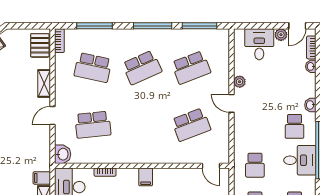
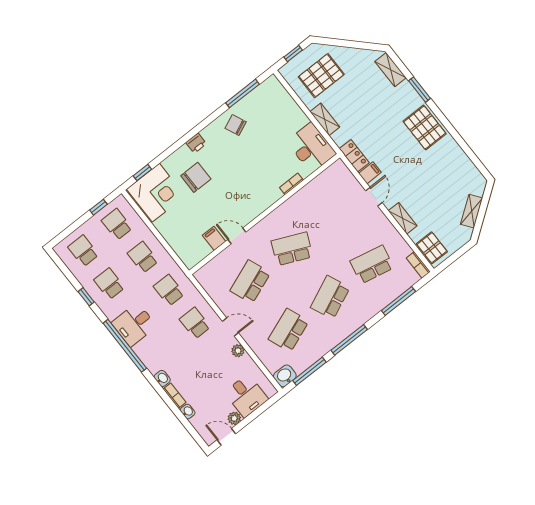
door: (297, 26) -> (226, 437), hinge flipped
bookcase: (311, 47) -> (175, 396), moved
school desk: (93, 125) -> (292, 249), moved, turned 30
school desk: (295, 126) -> (195, 323), moved
washbasin: (63, 154) -> (285, 376), moved, turned 90
locker: (43, 157) -> (354, 156), added
door: (211, 166) -> (237, 236), moved
filing cabinet: (146, 177) -> (214, 238), moved
filing cabinet: (42, 178) -> (370, 173), moved

